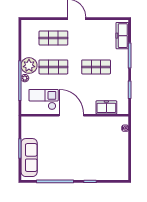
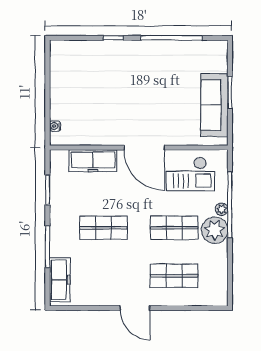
freezer: (106, 107) -> (93, 161), width x1.40
sofa: (29, 158) -> (214, 105), moved

